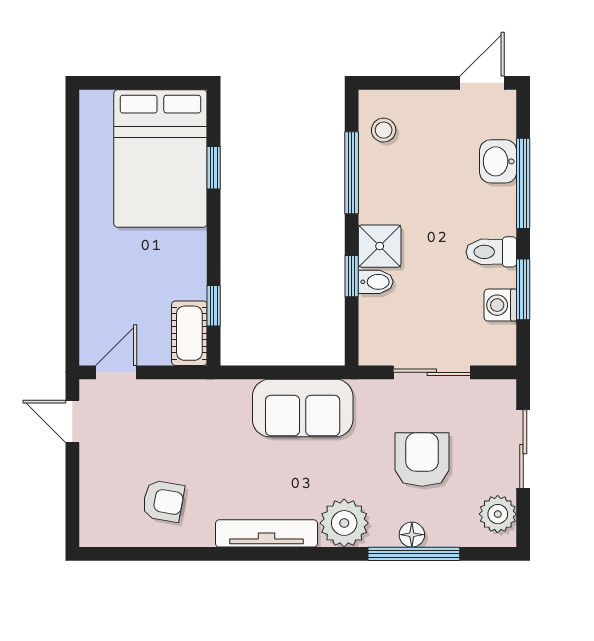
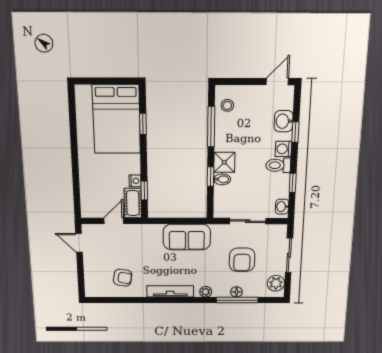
window: (523, 183) -> (295, 132), width x0.46
nightstand: (195, 285) -> (135, 181), added
window: (523, 289) -> (293, 183), width x0.67
washing machine: (500, 305) -> (283, 149), moved
washbasin: (503, 340) -> (282, 207), added
door: (116, 372) -> (114, 221), moved
armchair: (422, 460) -> (242, 260), turned 180
plant: (344, 523) -> (206, 292), width x0.53, depth x0.53

